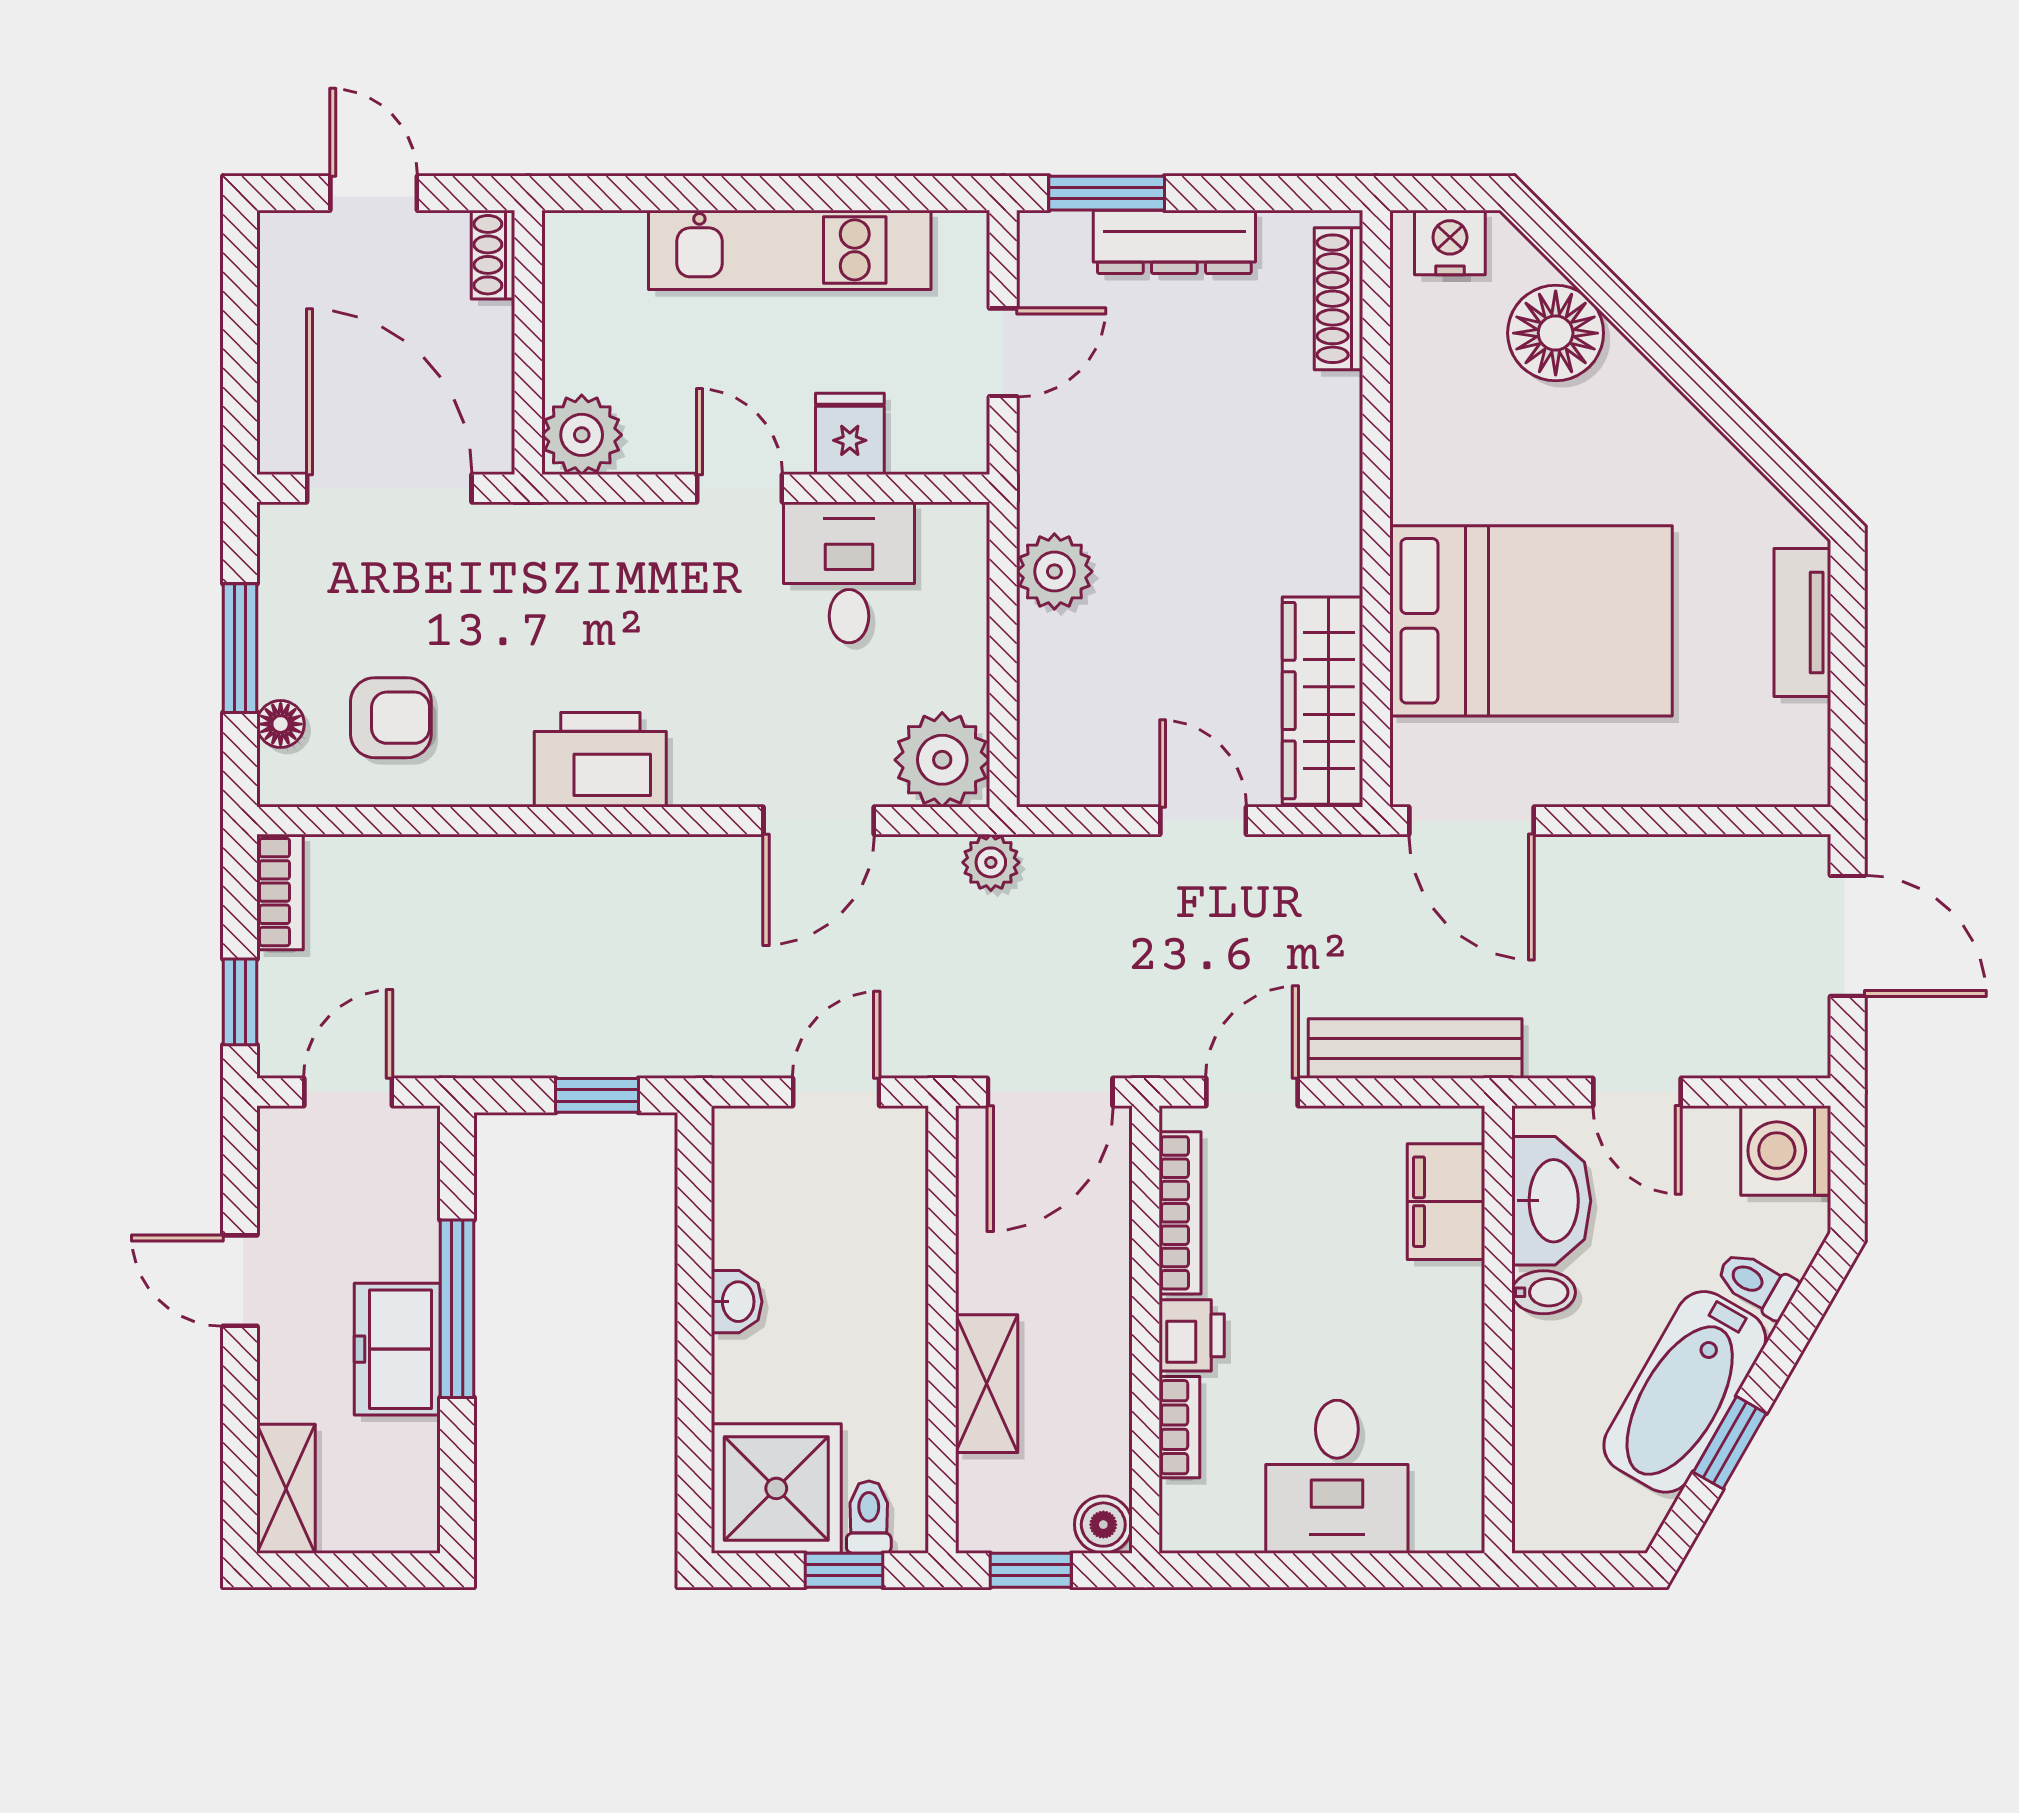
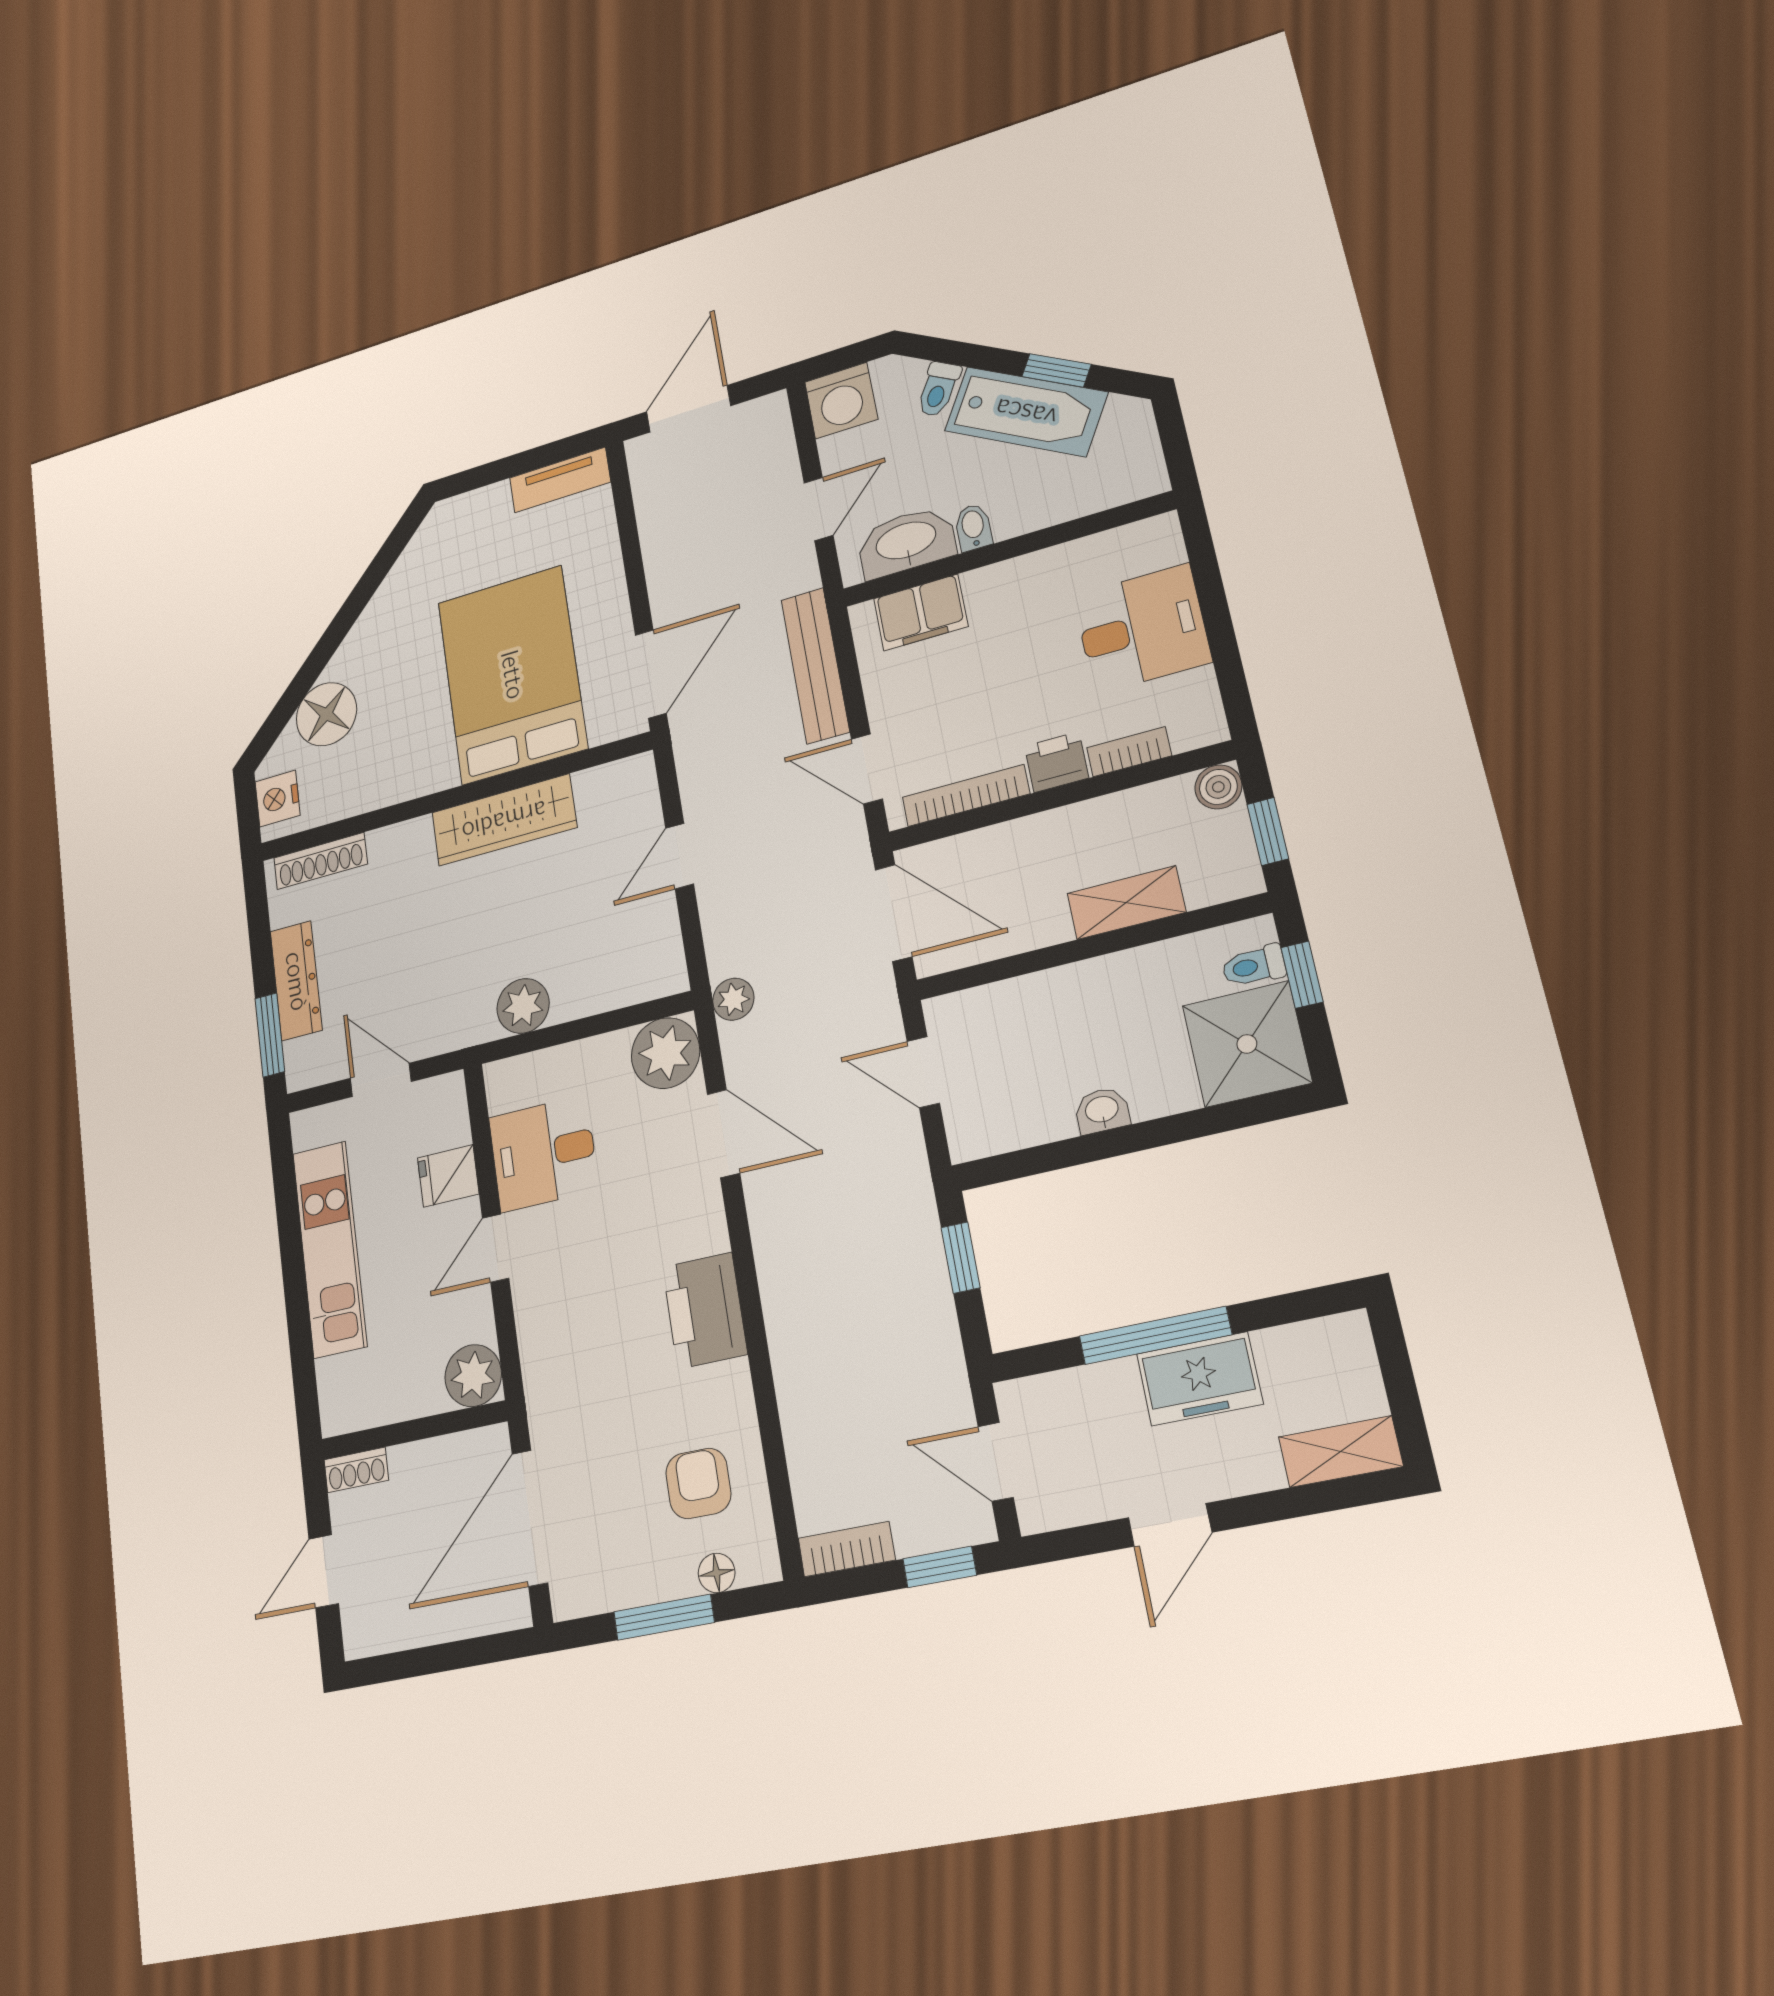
tv unit: (1802, 623) -> (560, 480), moved
wardrobe: (1322, 701) -> (504, 820), moved

